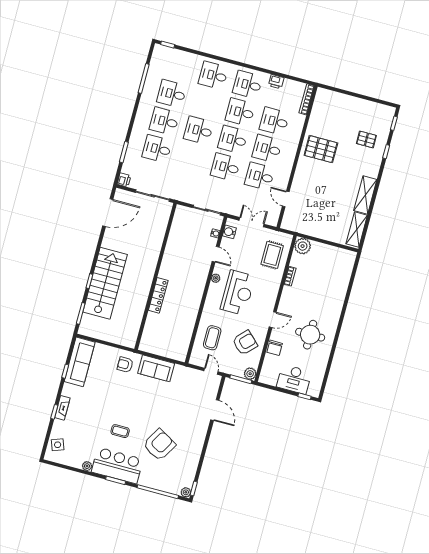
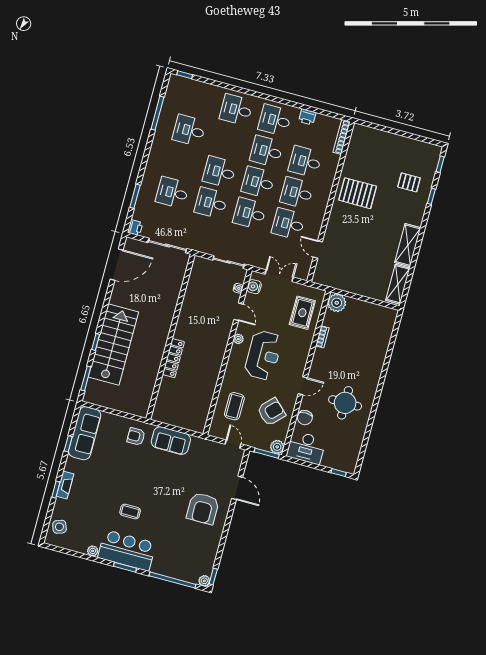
desk: (164, 121) -> (211, 203), moved
desk: (294, 379) -> (306, 448), moved
armchair: (159, 445) -> (203, 508), moved, turned 150

